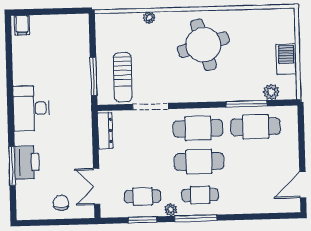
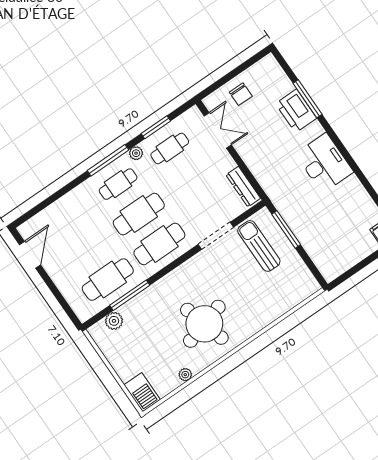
plant: (149, 18) -> (185, 375), moved
barbecue: (286, 59) -> (142, 392), moved

